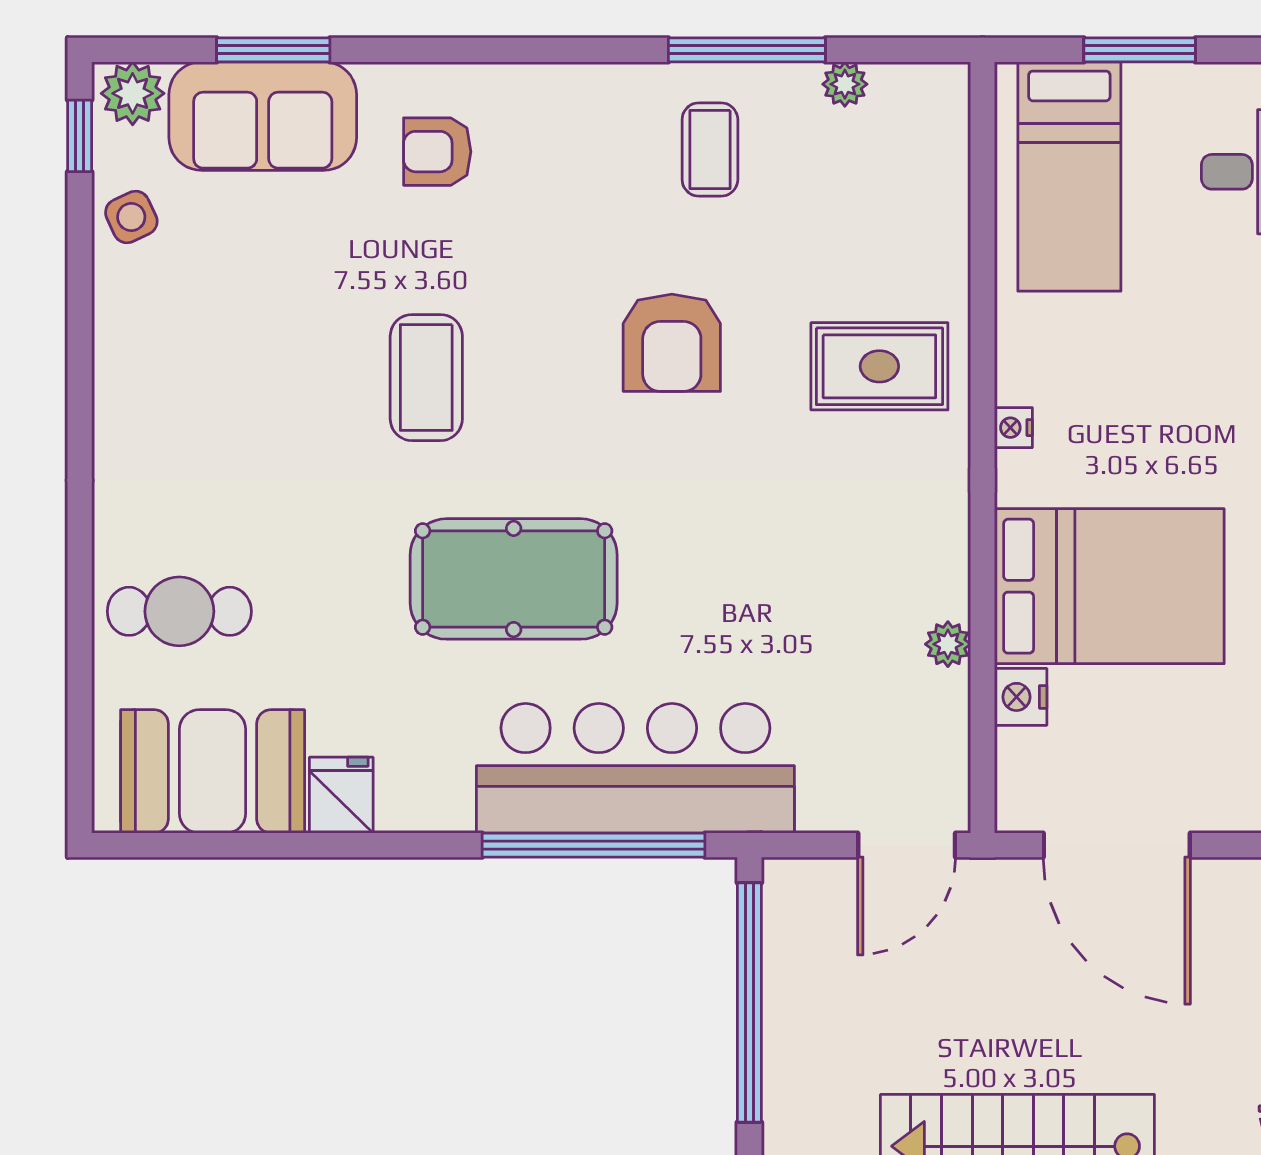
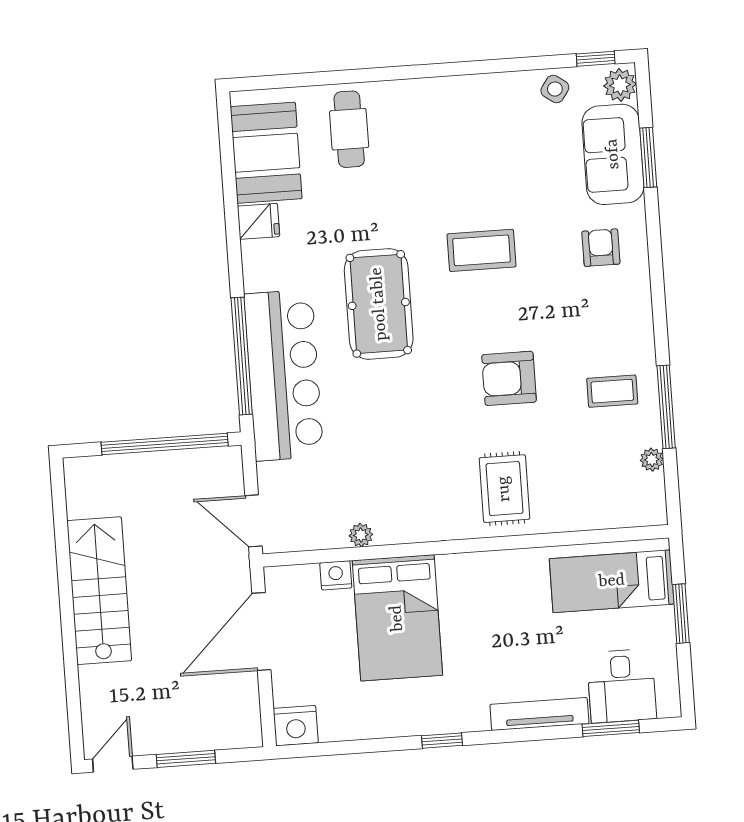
side table: (131, 217) -> (555, 89), turned -30
nightstand: (1013, 428) -> (477, 561), removed

